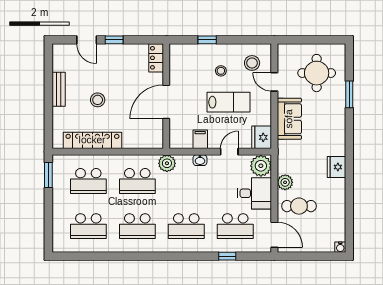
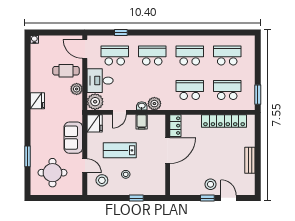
locker: (156, 58) -> (175, 126), moved
stool: (98, 100) -> (210, 184), moved
plant: (167, 163) -> (154, 104), moved

